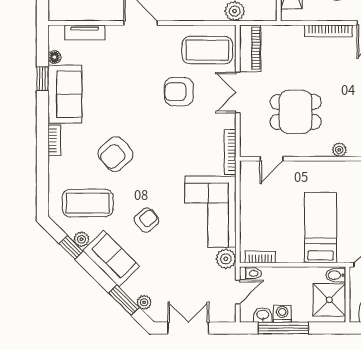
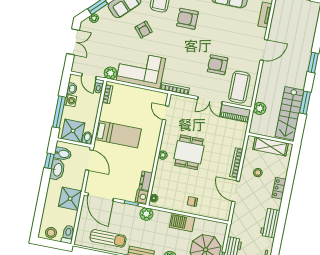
armchair: (179, 92) -> (218, 65), turned -90
double door: (238, 93) -> (210, 100), swing flipped
dining table: (296, 112) -> (189, 152), moved
armchair: (115, 154) -> (187, 19), turned -48
window: (283, 328) -> (59, 112), moved

